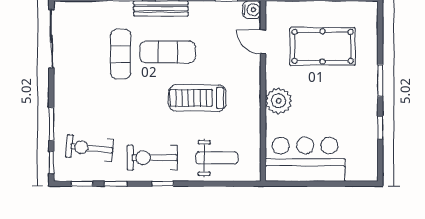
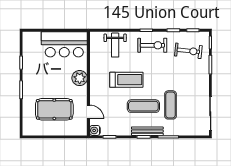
weight bench: (217, 158) -> (115, 45), turned -90

